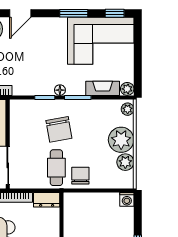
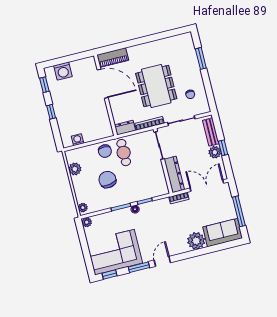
door: (20, 13) -> (162, 261), moved
fireplace: (103, 88) -> (105, 218), removed
chair: (59, 129) -> (107, 180), moved
plant: (121, 140) -> (82, 184), removed
washing machine: (127, 199) -> (77, 140), moved

